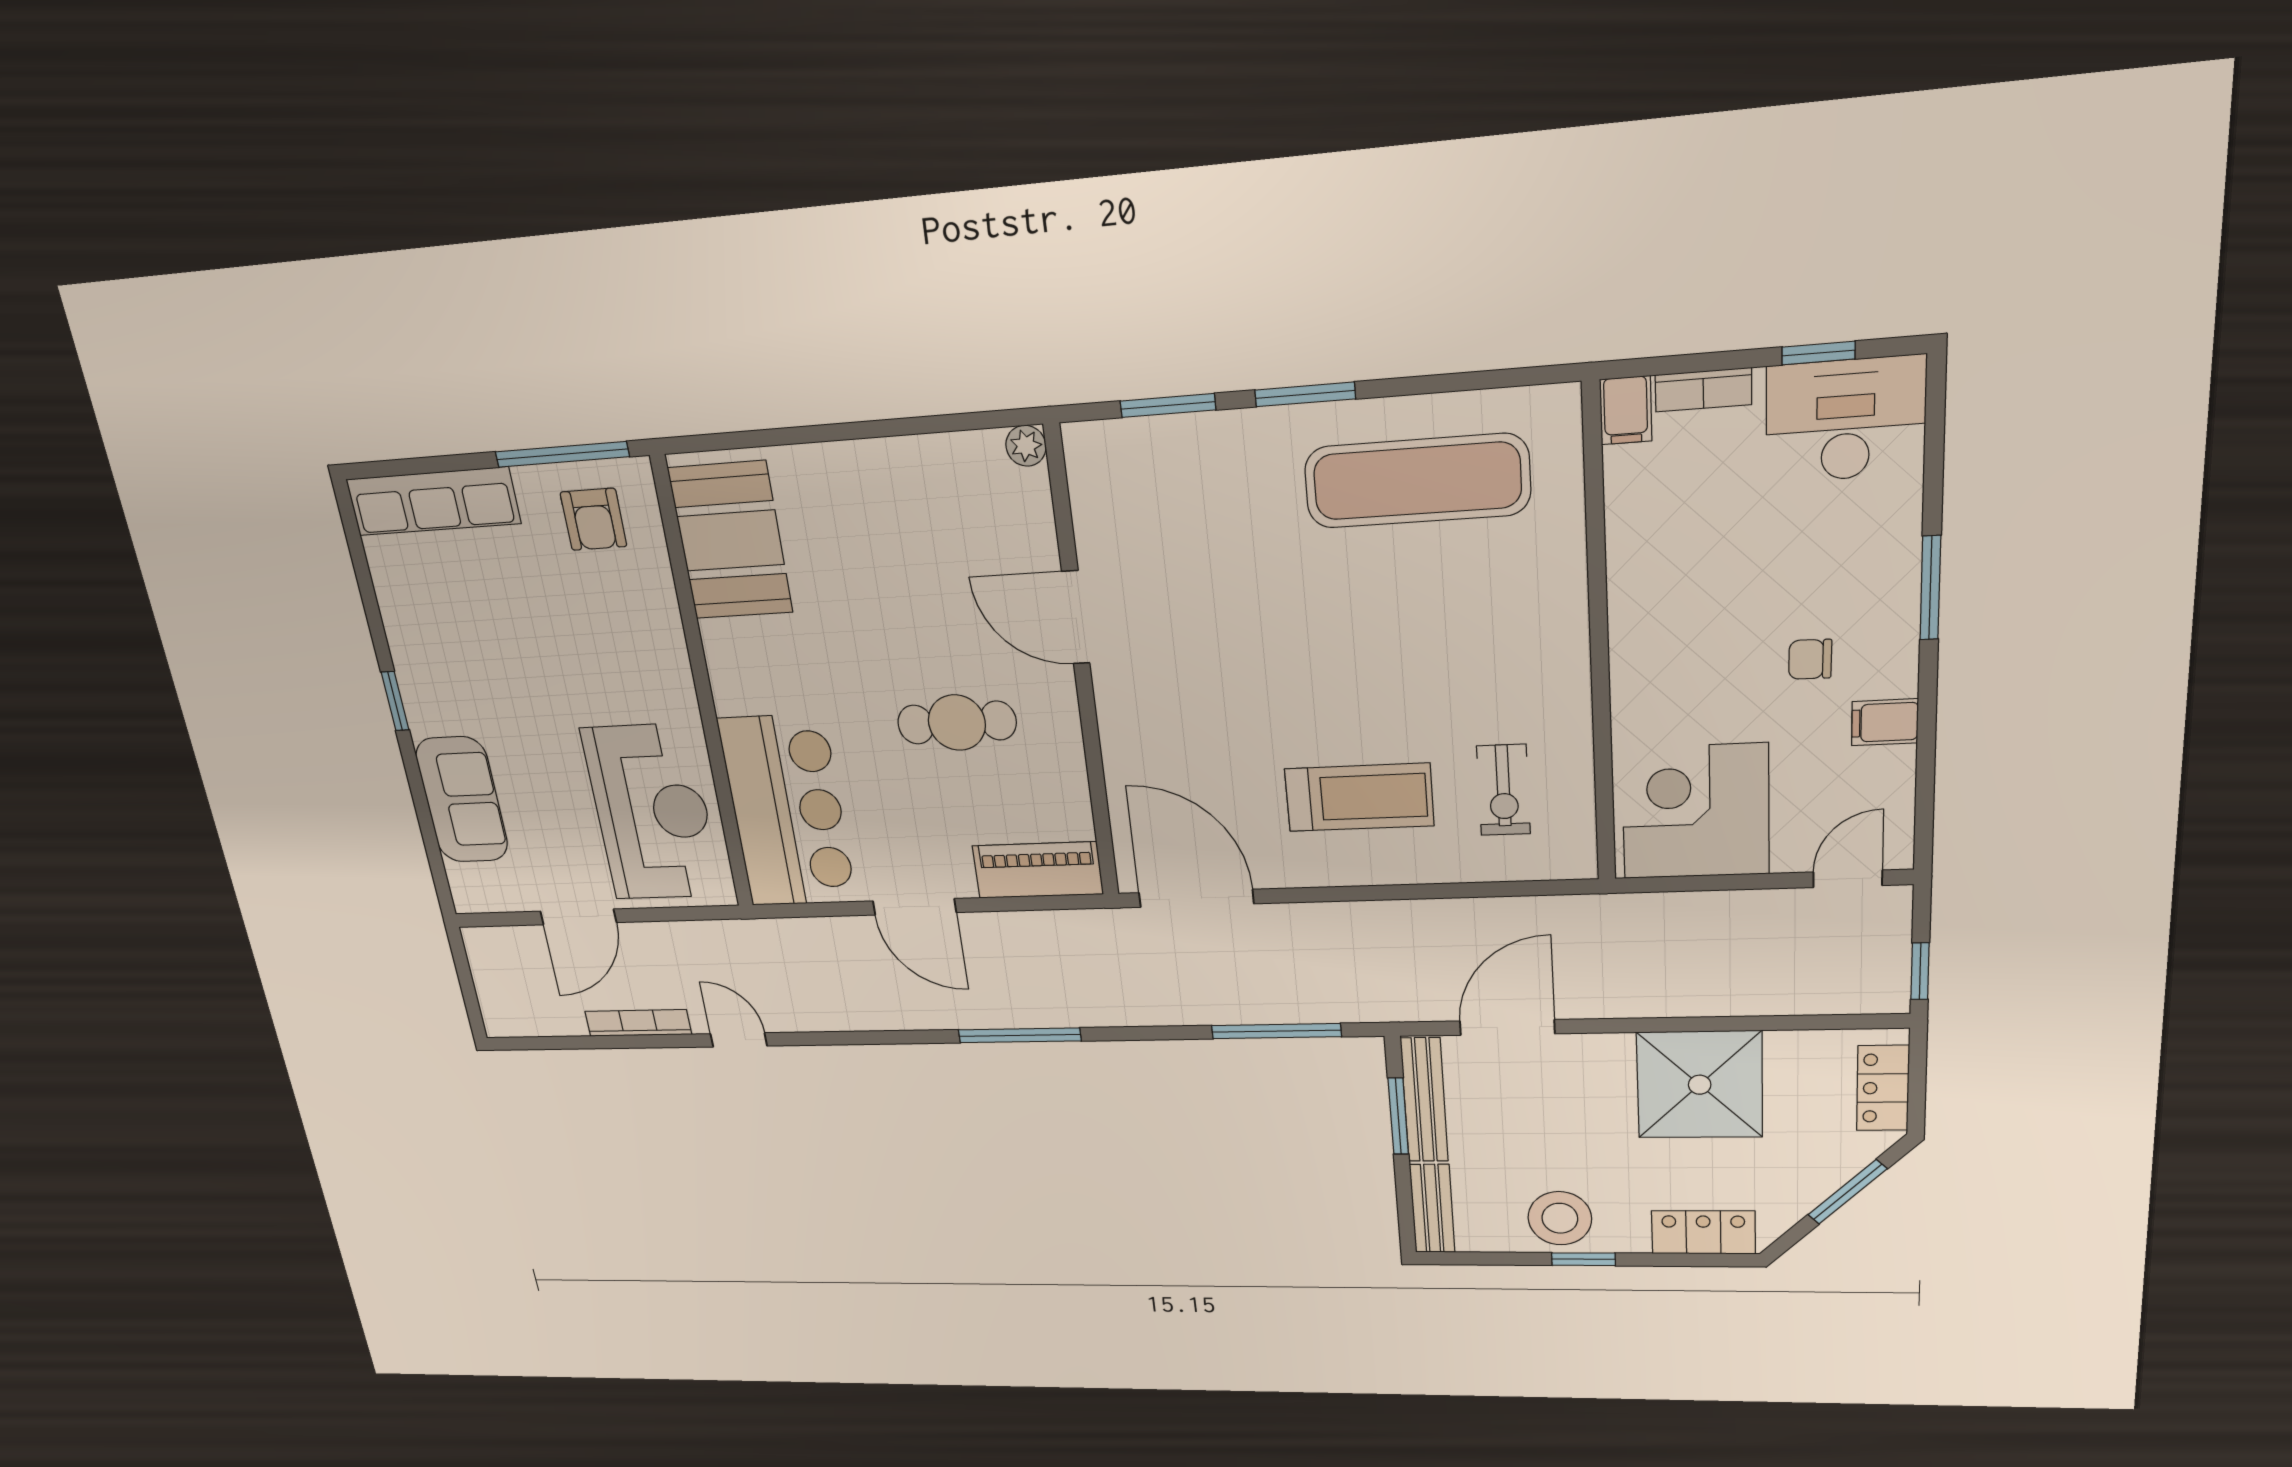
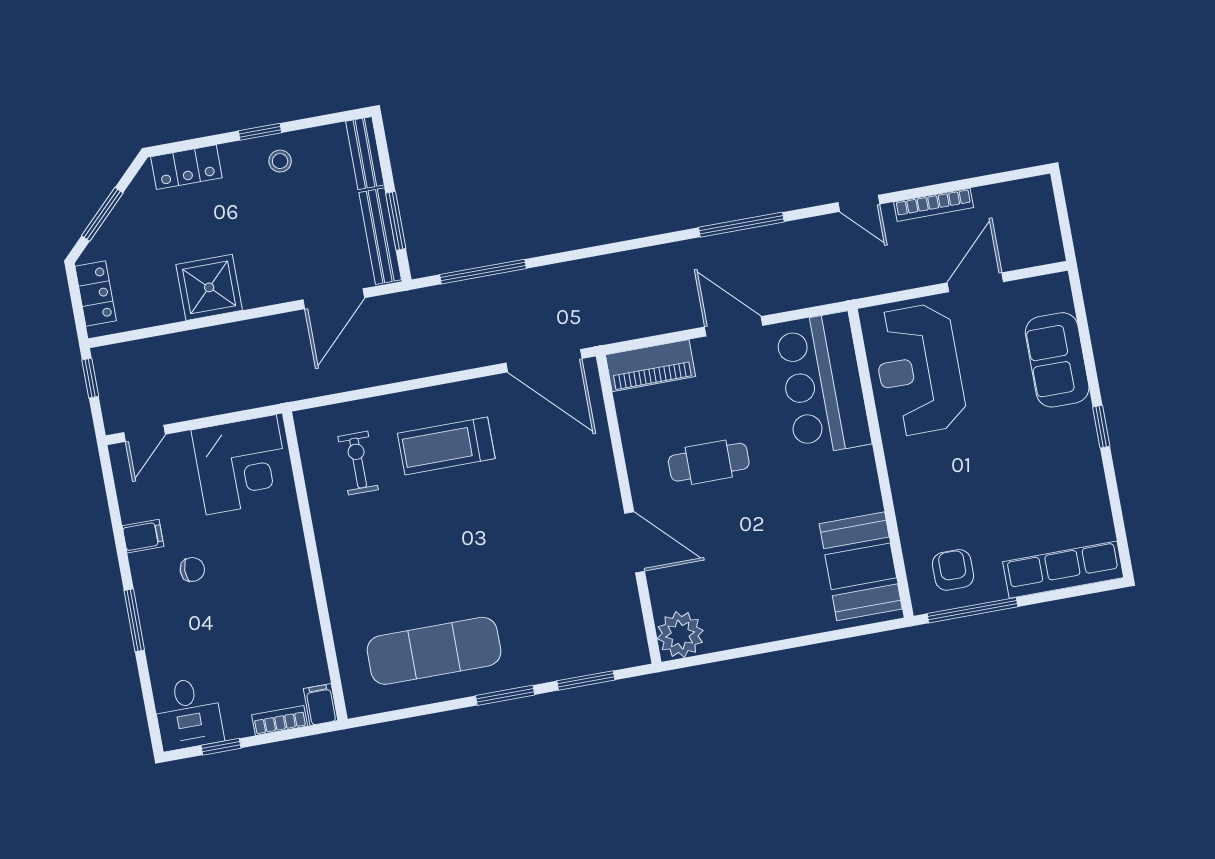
desk: (1845, 420) -> (188, 714), width x0.73
plant: (1026, 446) -> (680, 634), width x1.87, depth x1.87
window: (1020, 1035) -> (741, 225), moved
shower: (1700, 1085) -> (209, 287), width x0.73, depth x0.73
stool: (1560, 1218) -> (280, 161), width x0.53, depth x0.53

